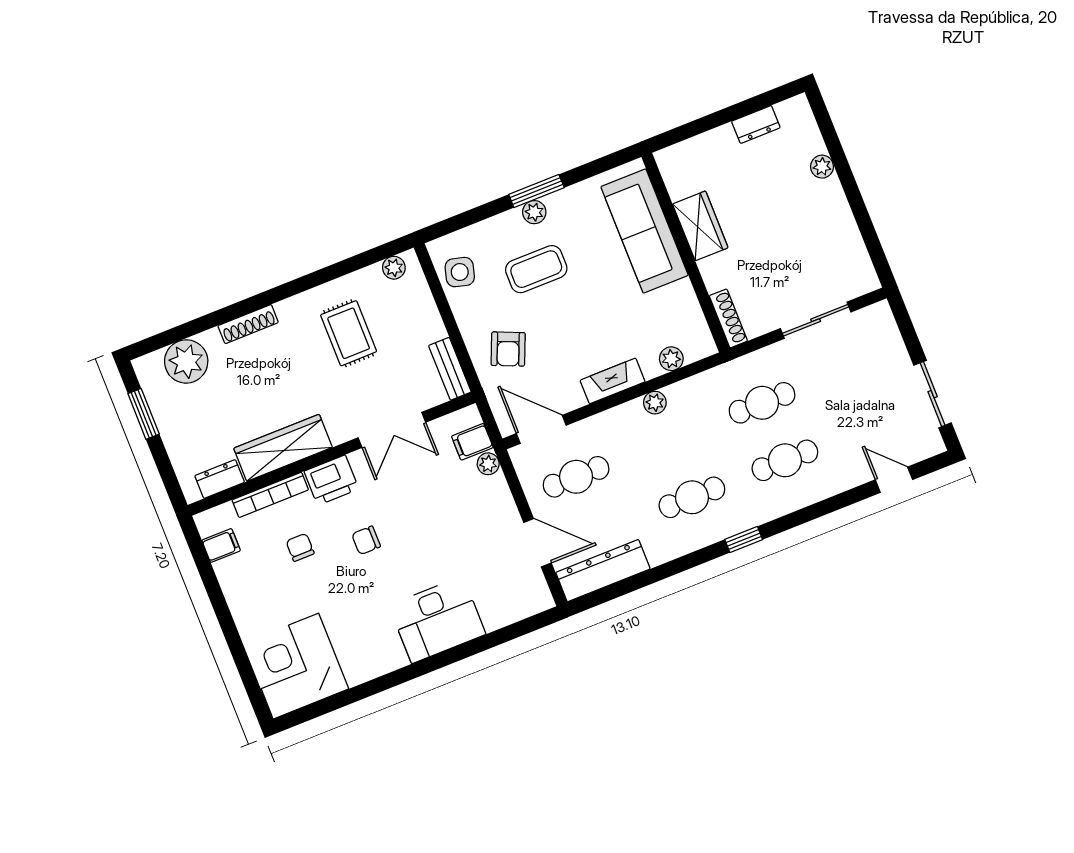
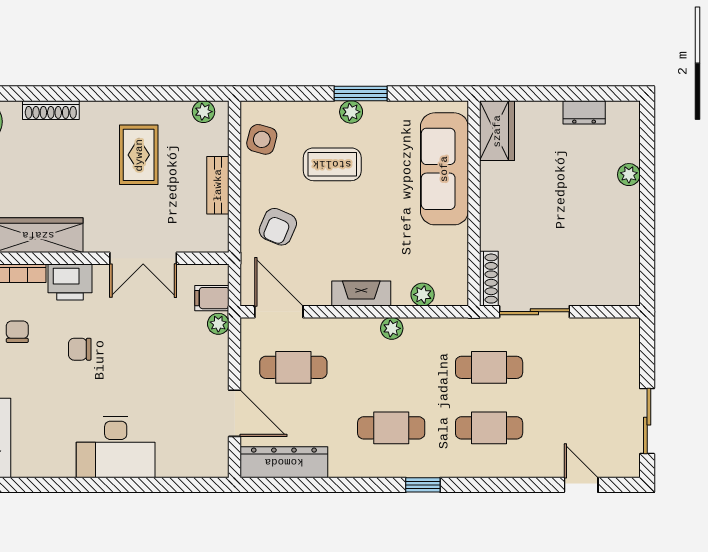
wardrobe: (700, 226) -> (497, 131), moved
sliding door: (816, 320) -> (534, 312), moved
bench: (450, 369) -> (218, 185), moved

